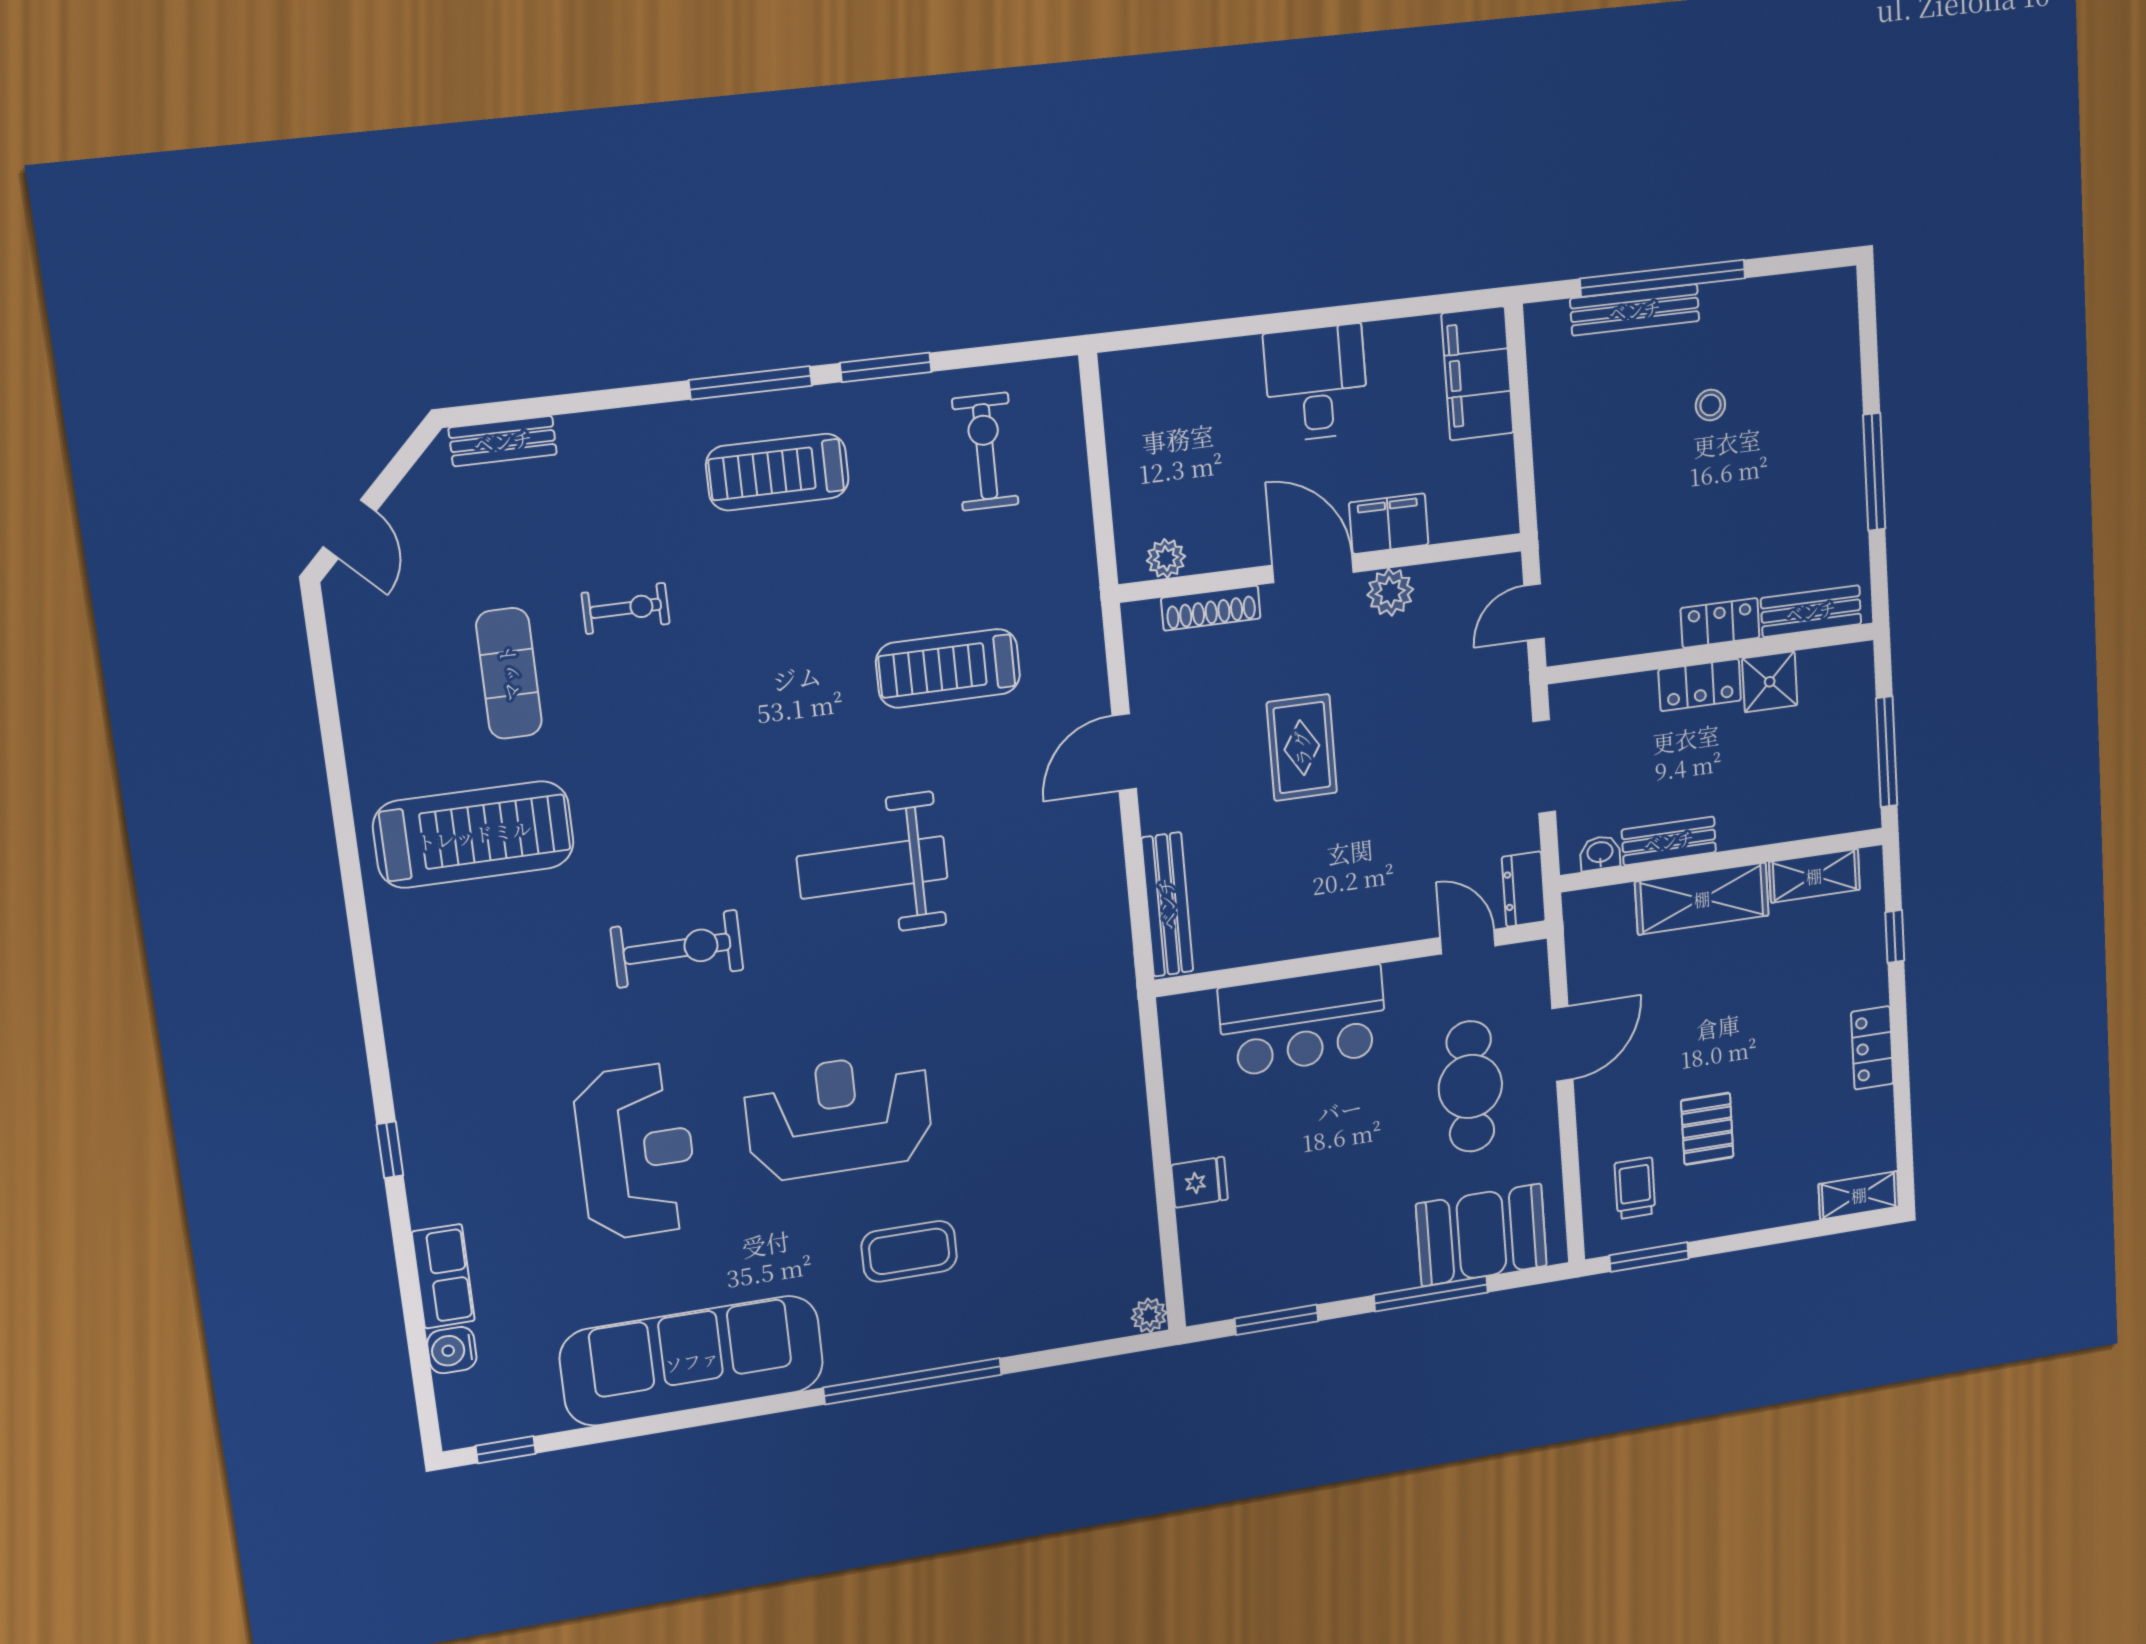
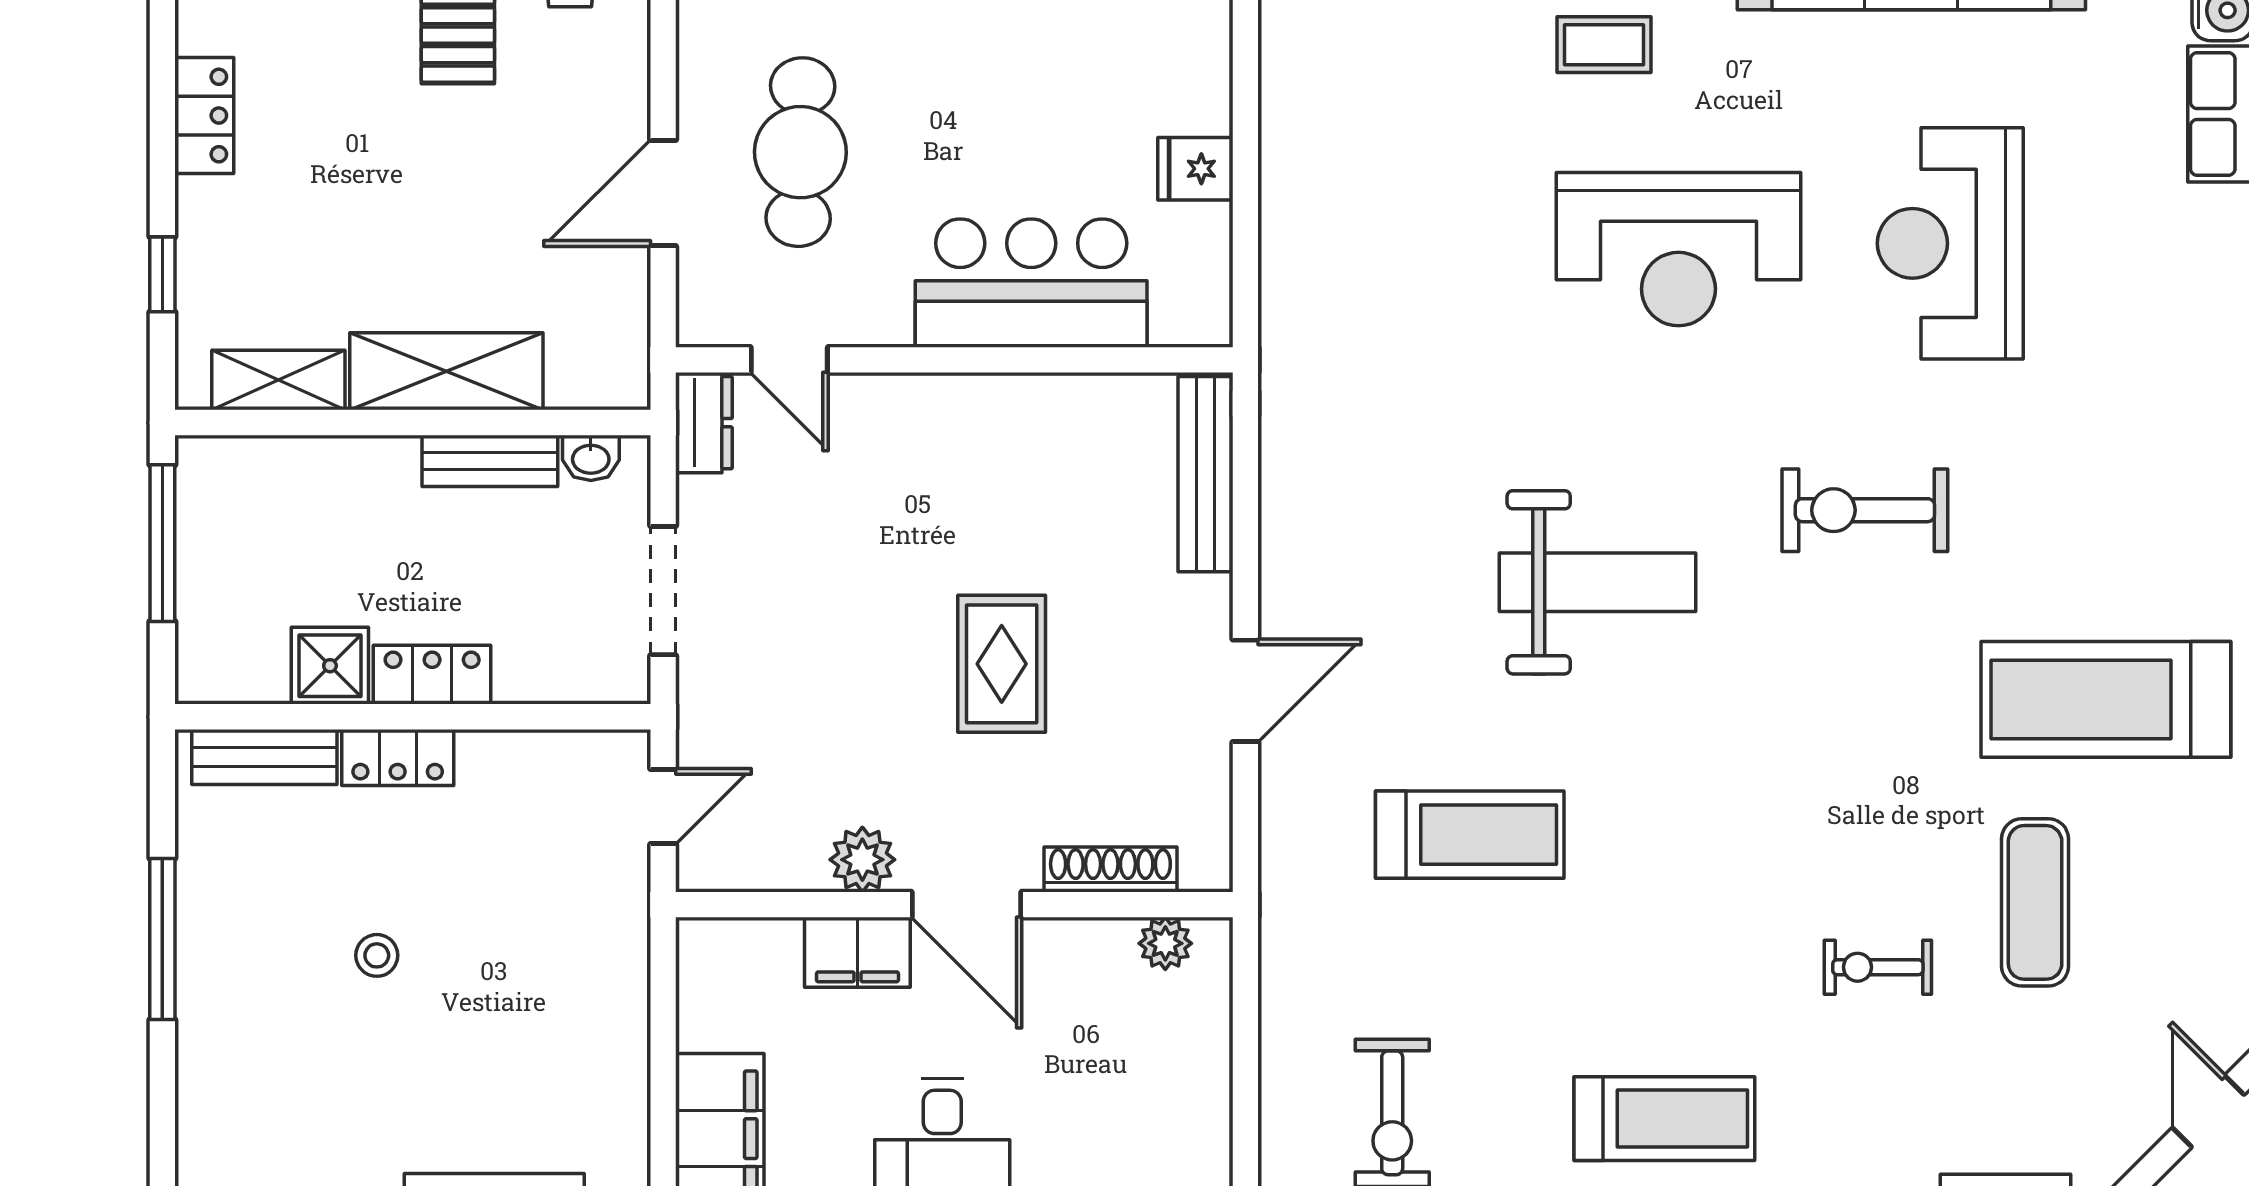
stool: (1710, 405) -> (377, 955), moved
fridge: (1200, 1182) -> (1195, 169), moved
coffee table: (909, 1251) -> (1604, 45), width x0.73, depth x0.77

